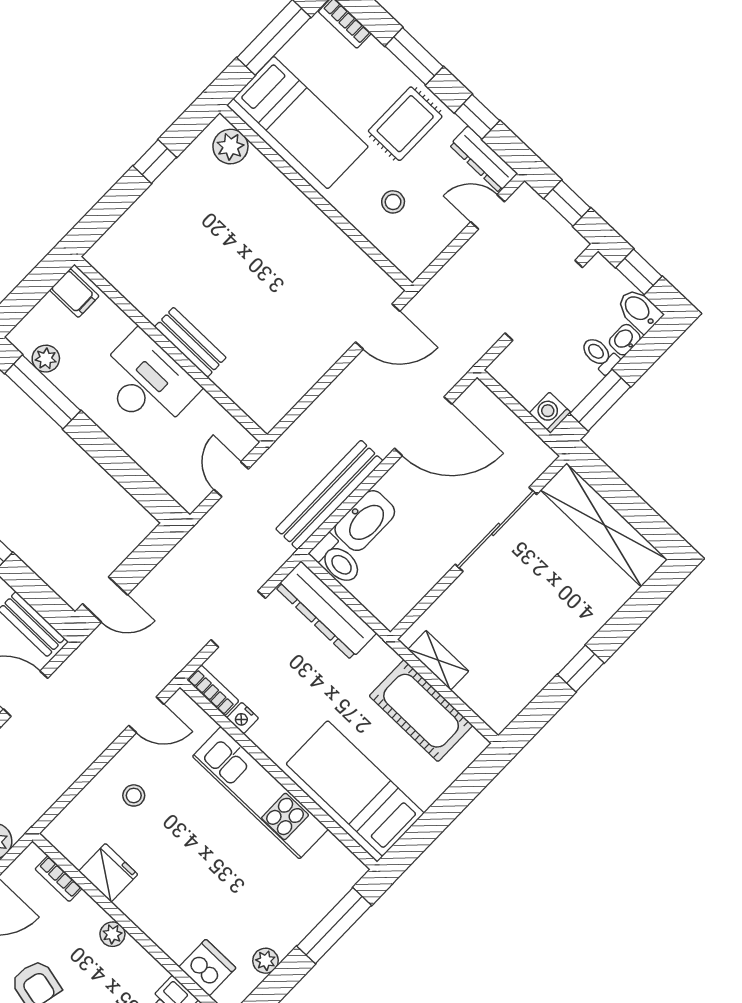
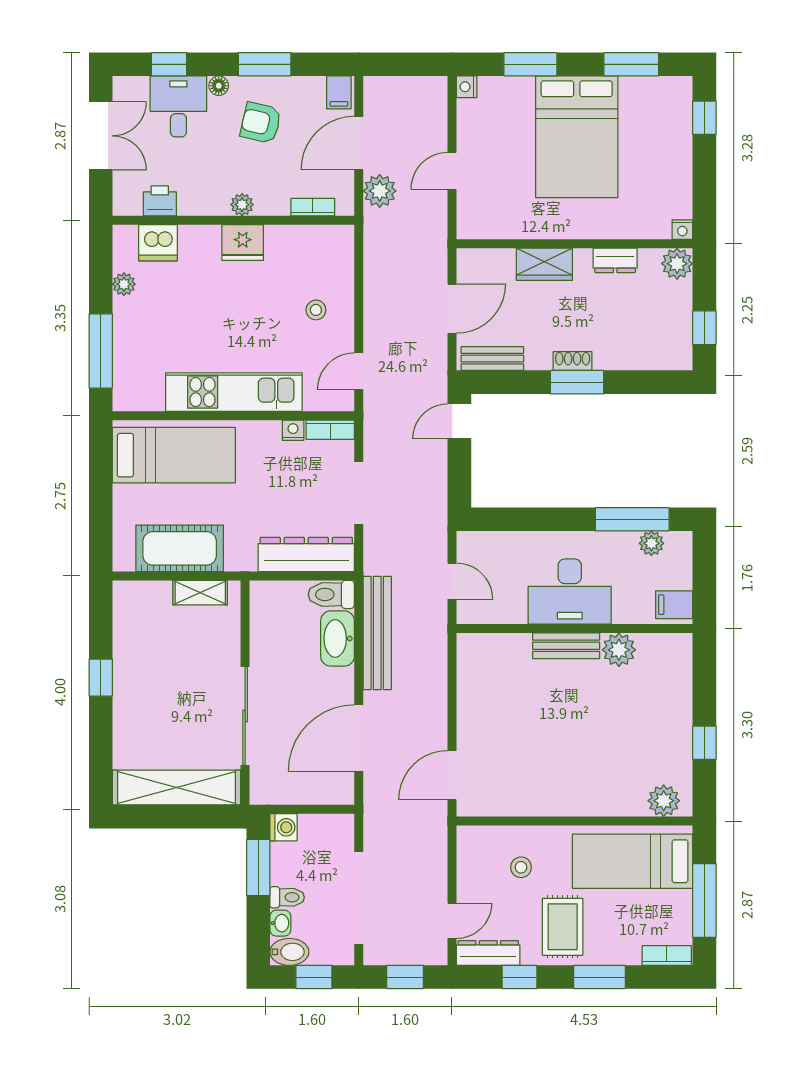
plant: (152, 299) -> (619, 650), added
fridge: (108, 873) -> (243, 243), moved

